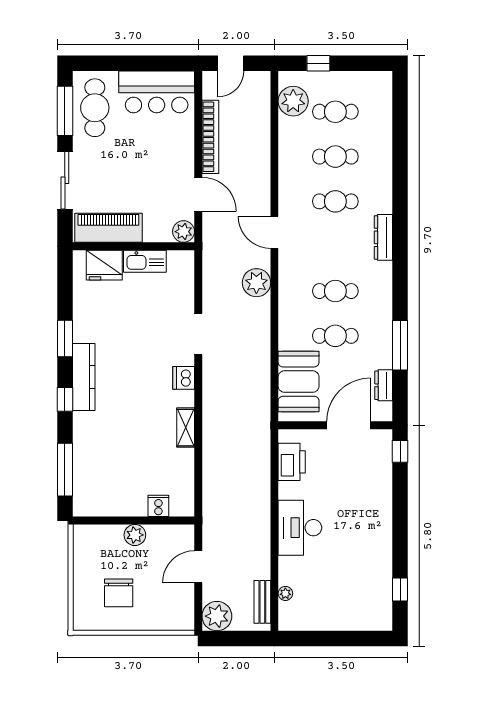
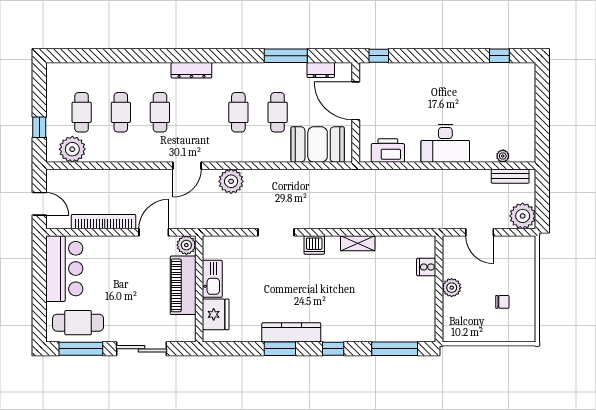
piano: (108, 228) -> (183, 285), moved
kitchen counter: (84, 377) -> (291, 332), moved
chair: (119, 593) -> (502, 302), width x0.54, depth x0.54

